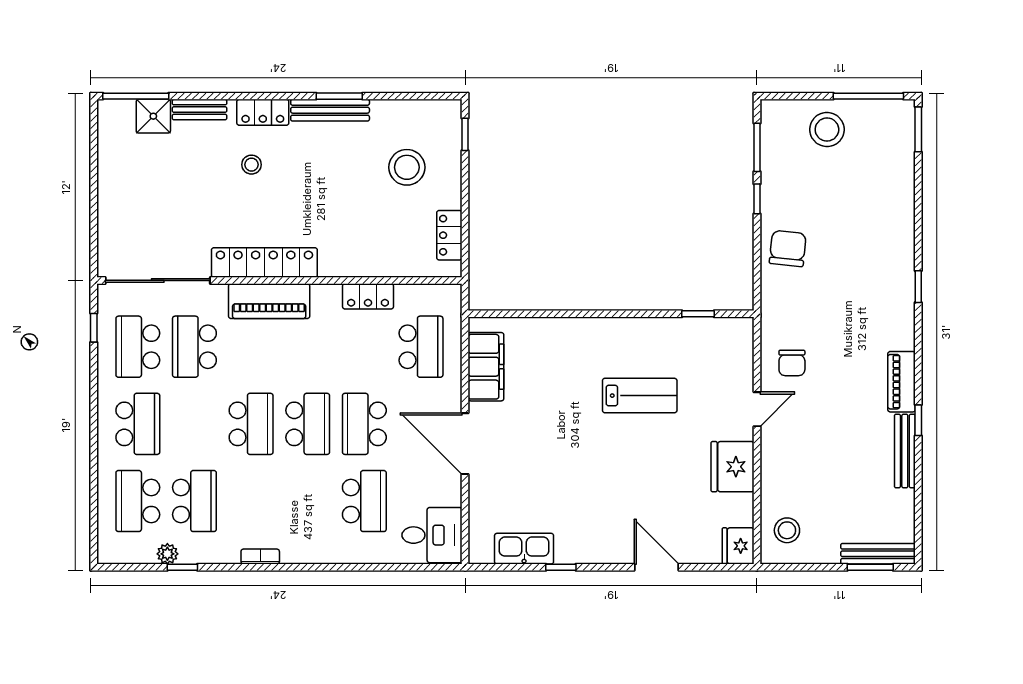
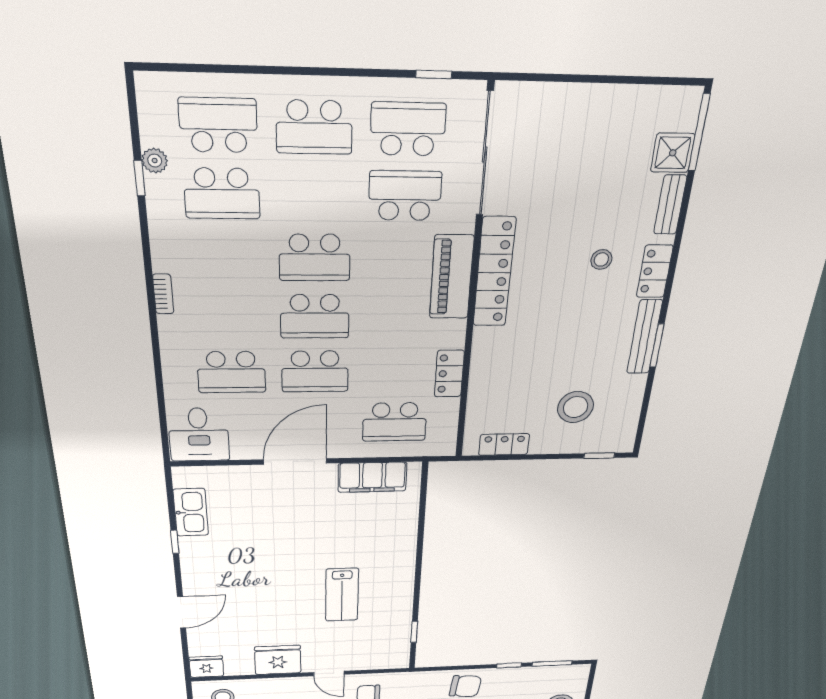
school desk: (364, 424) -> (315, 371), turned 180
bookcase: (260, 557) -> (163, 294), moved

